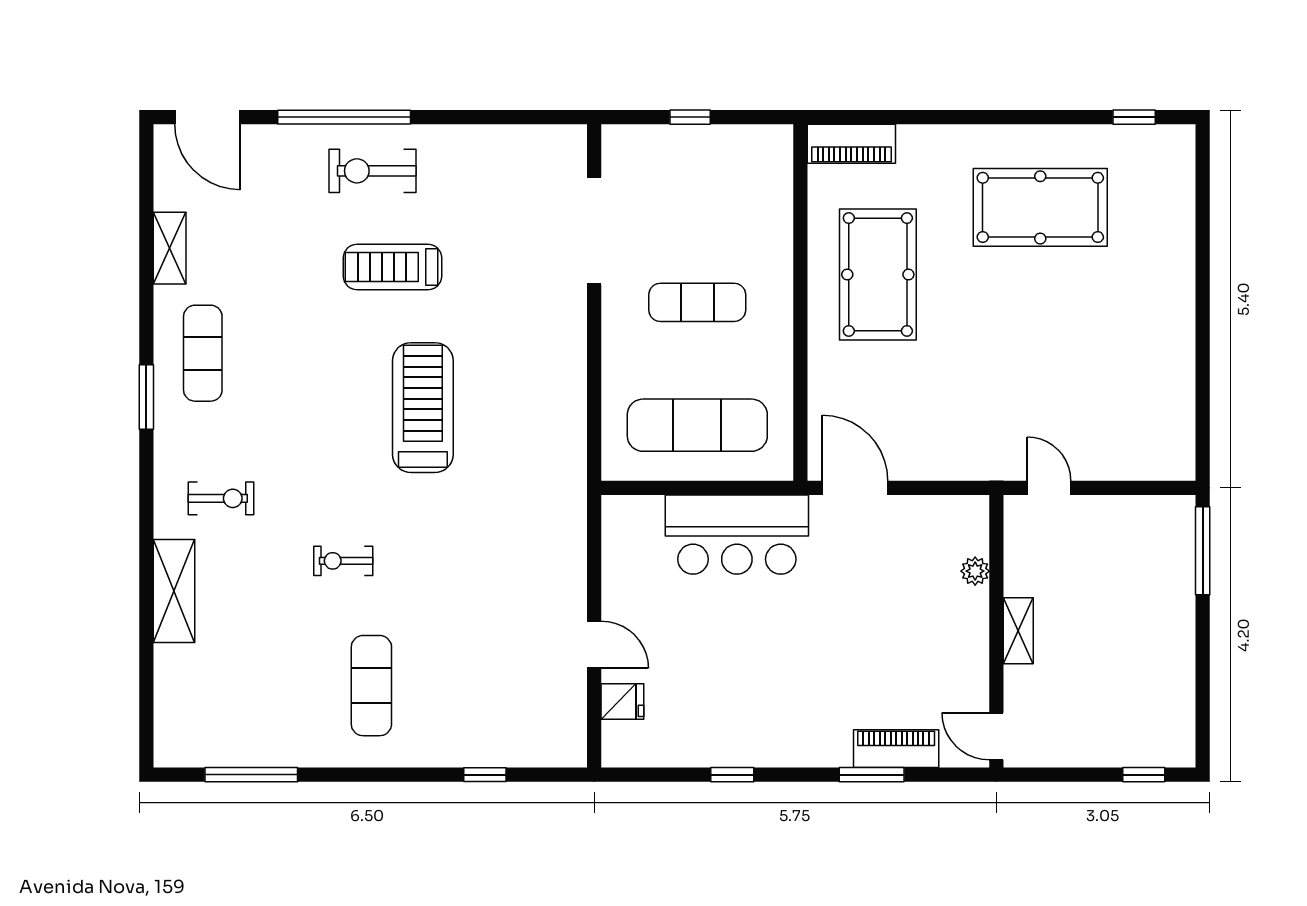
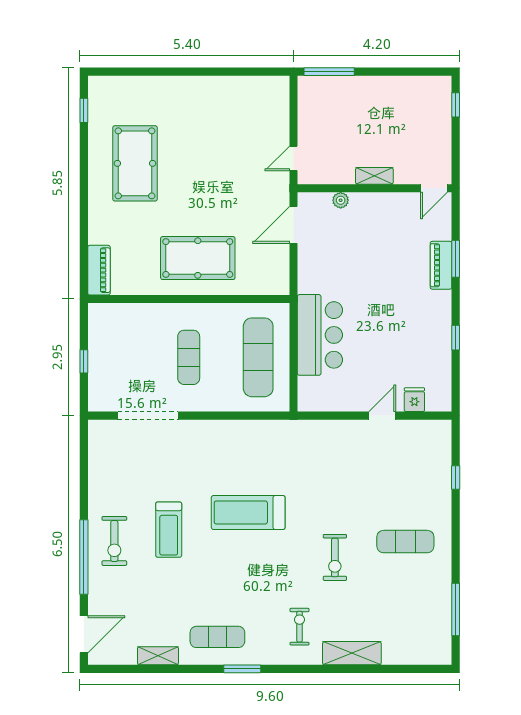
pool table: (878, 275) -> (198, 258), moved
door: (855, 488) -> (294, 225), moved
exercise bike: (343, 561) -> (335, 558), width x1.38, depth x1.39
piano: (896, 749) -> (441, 265), moved

